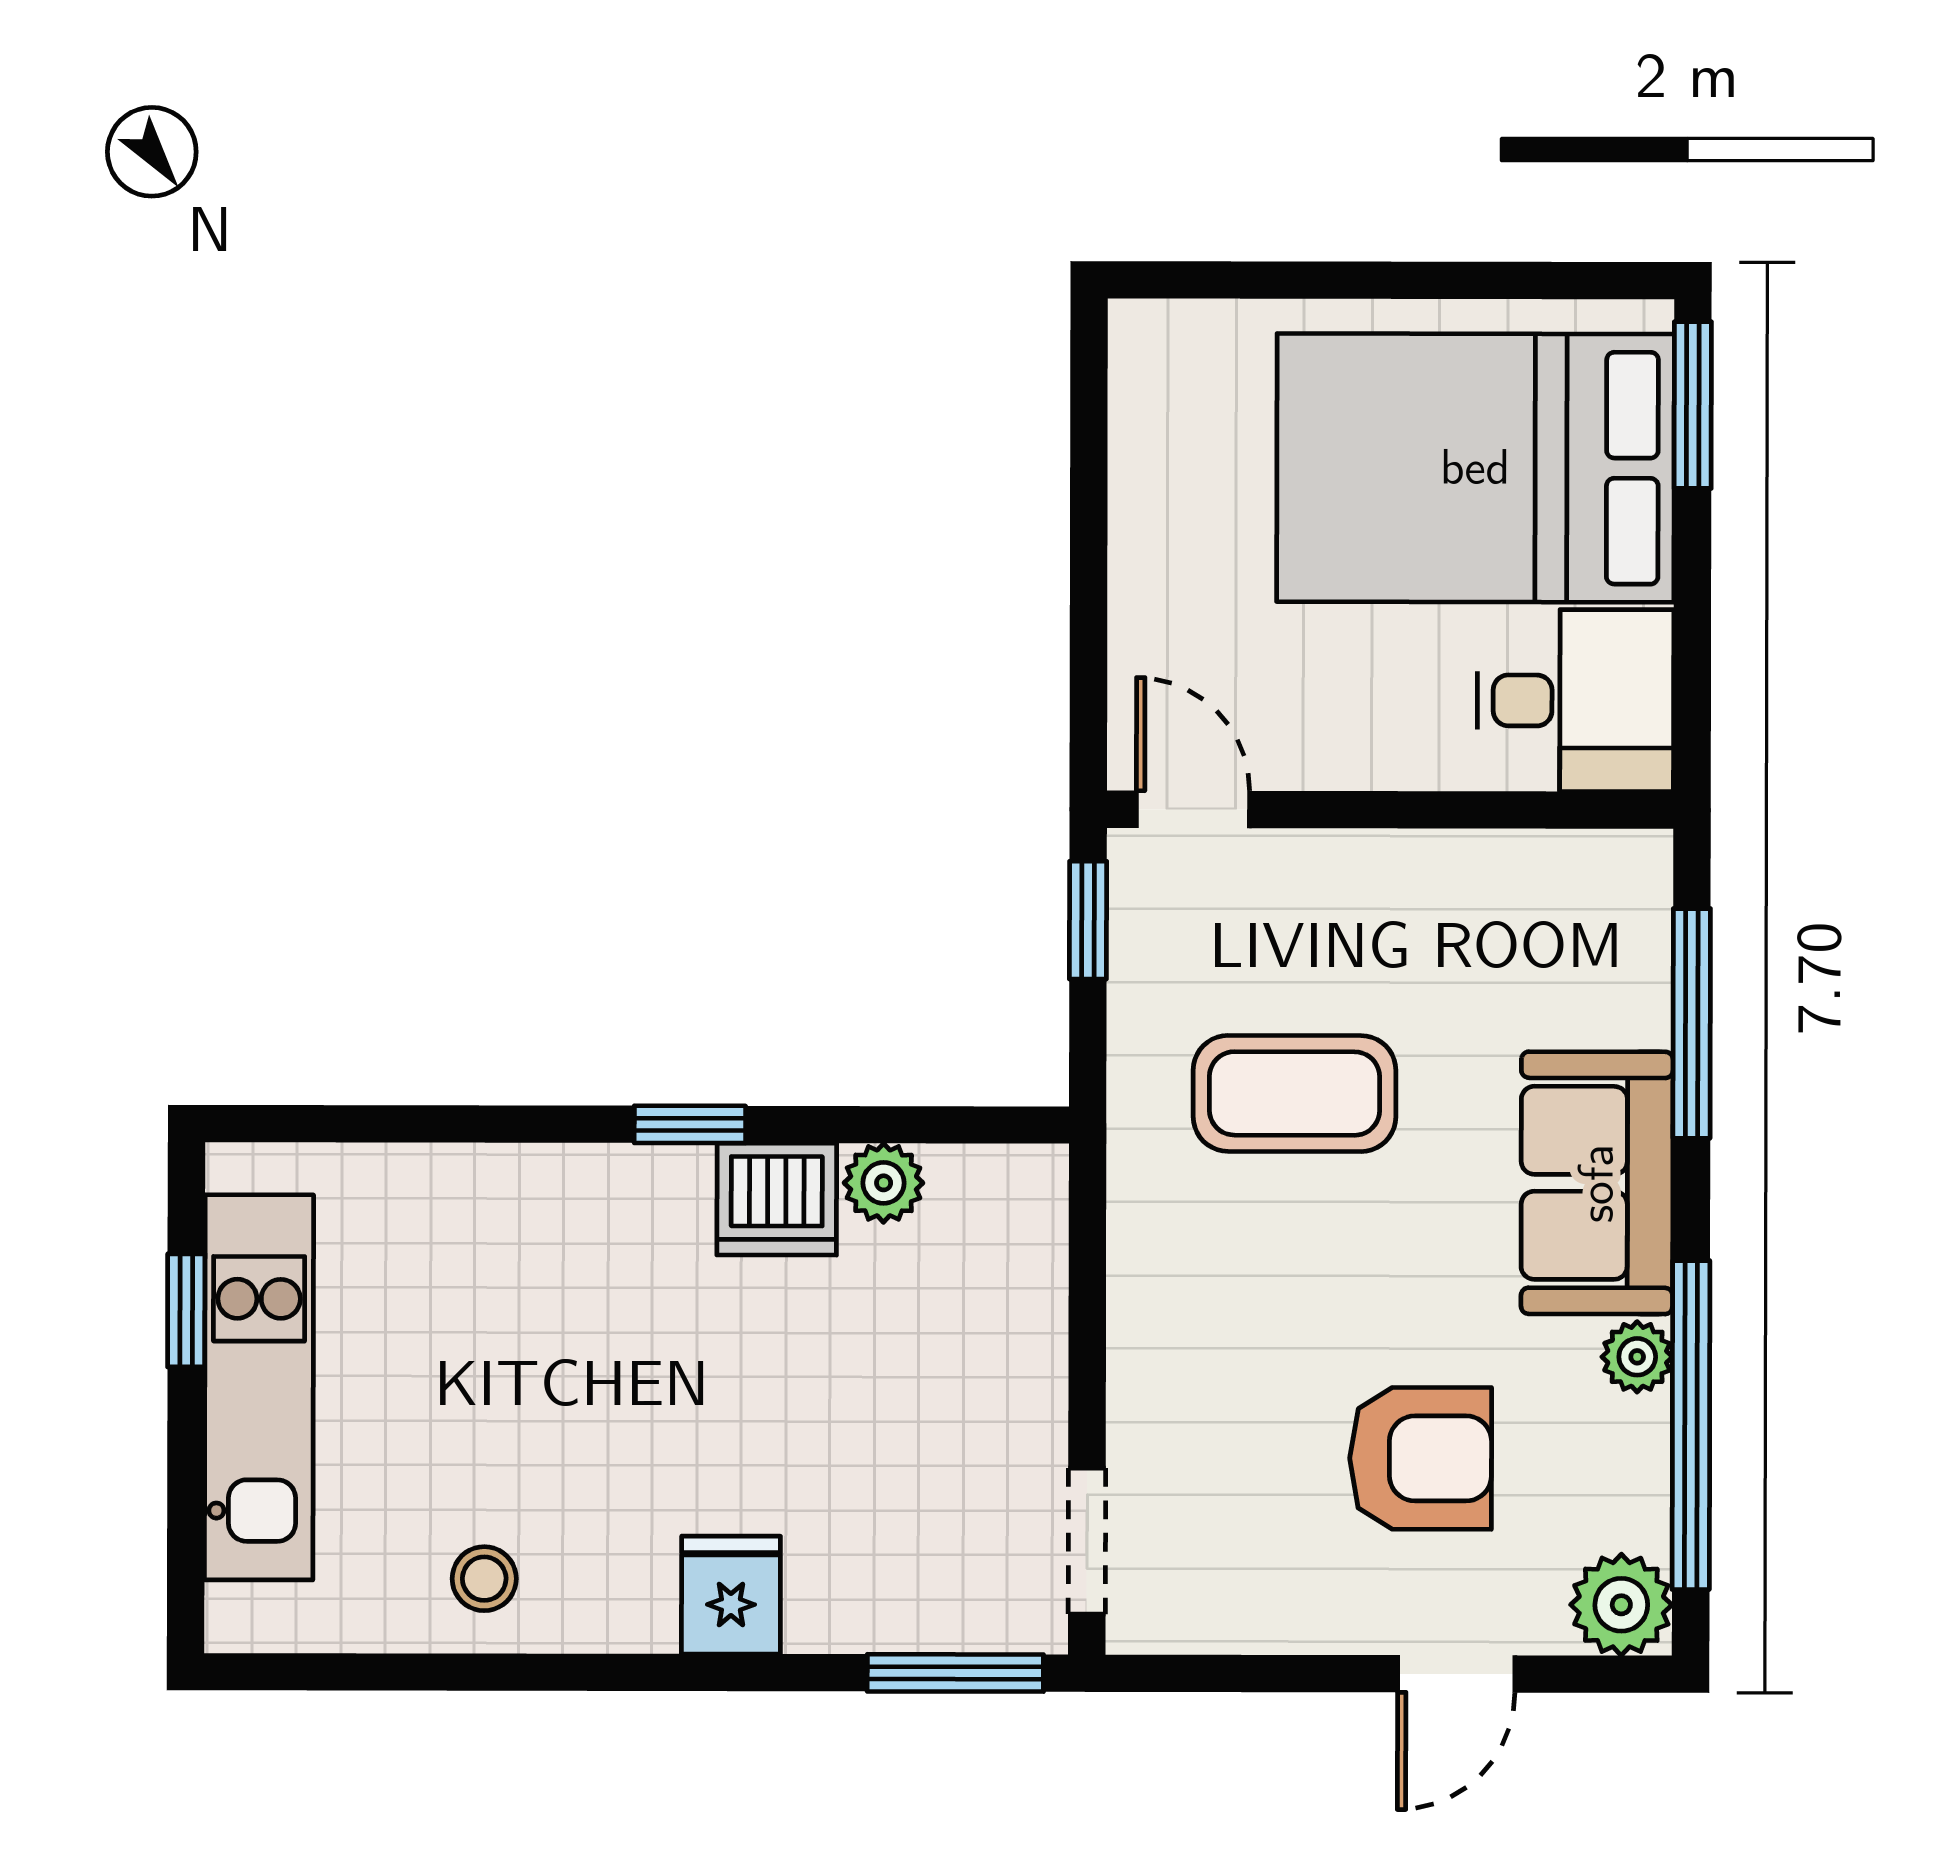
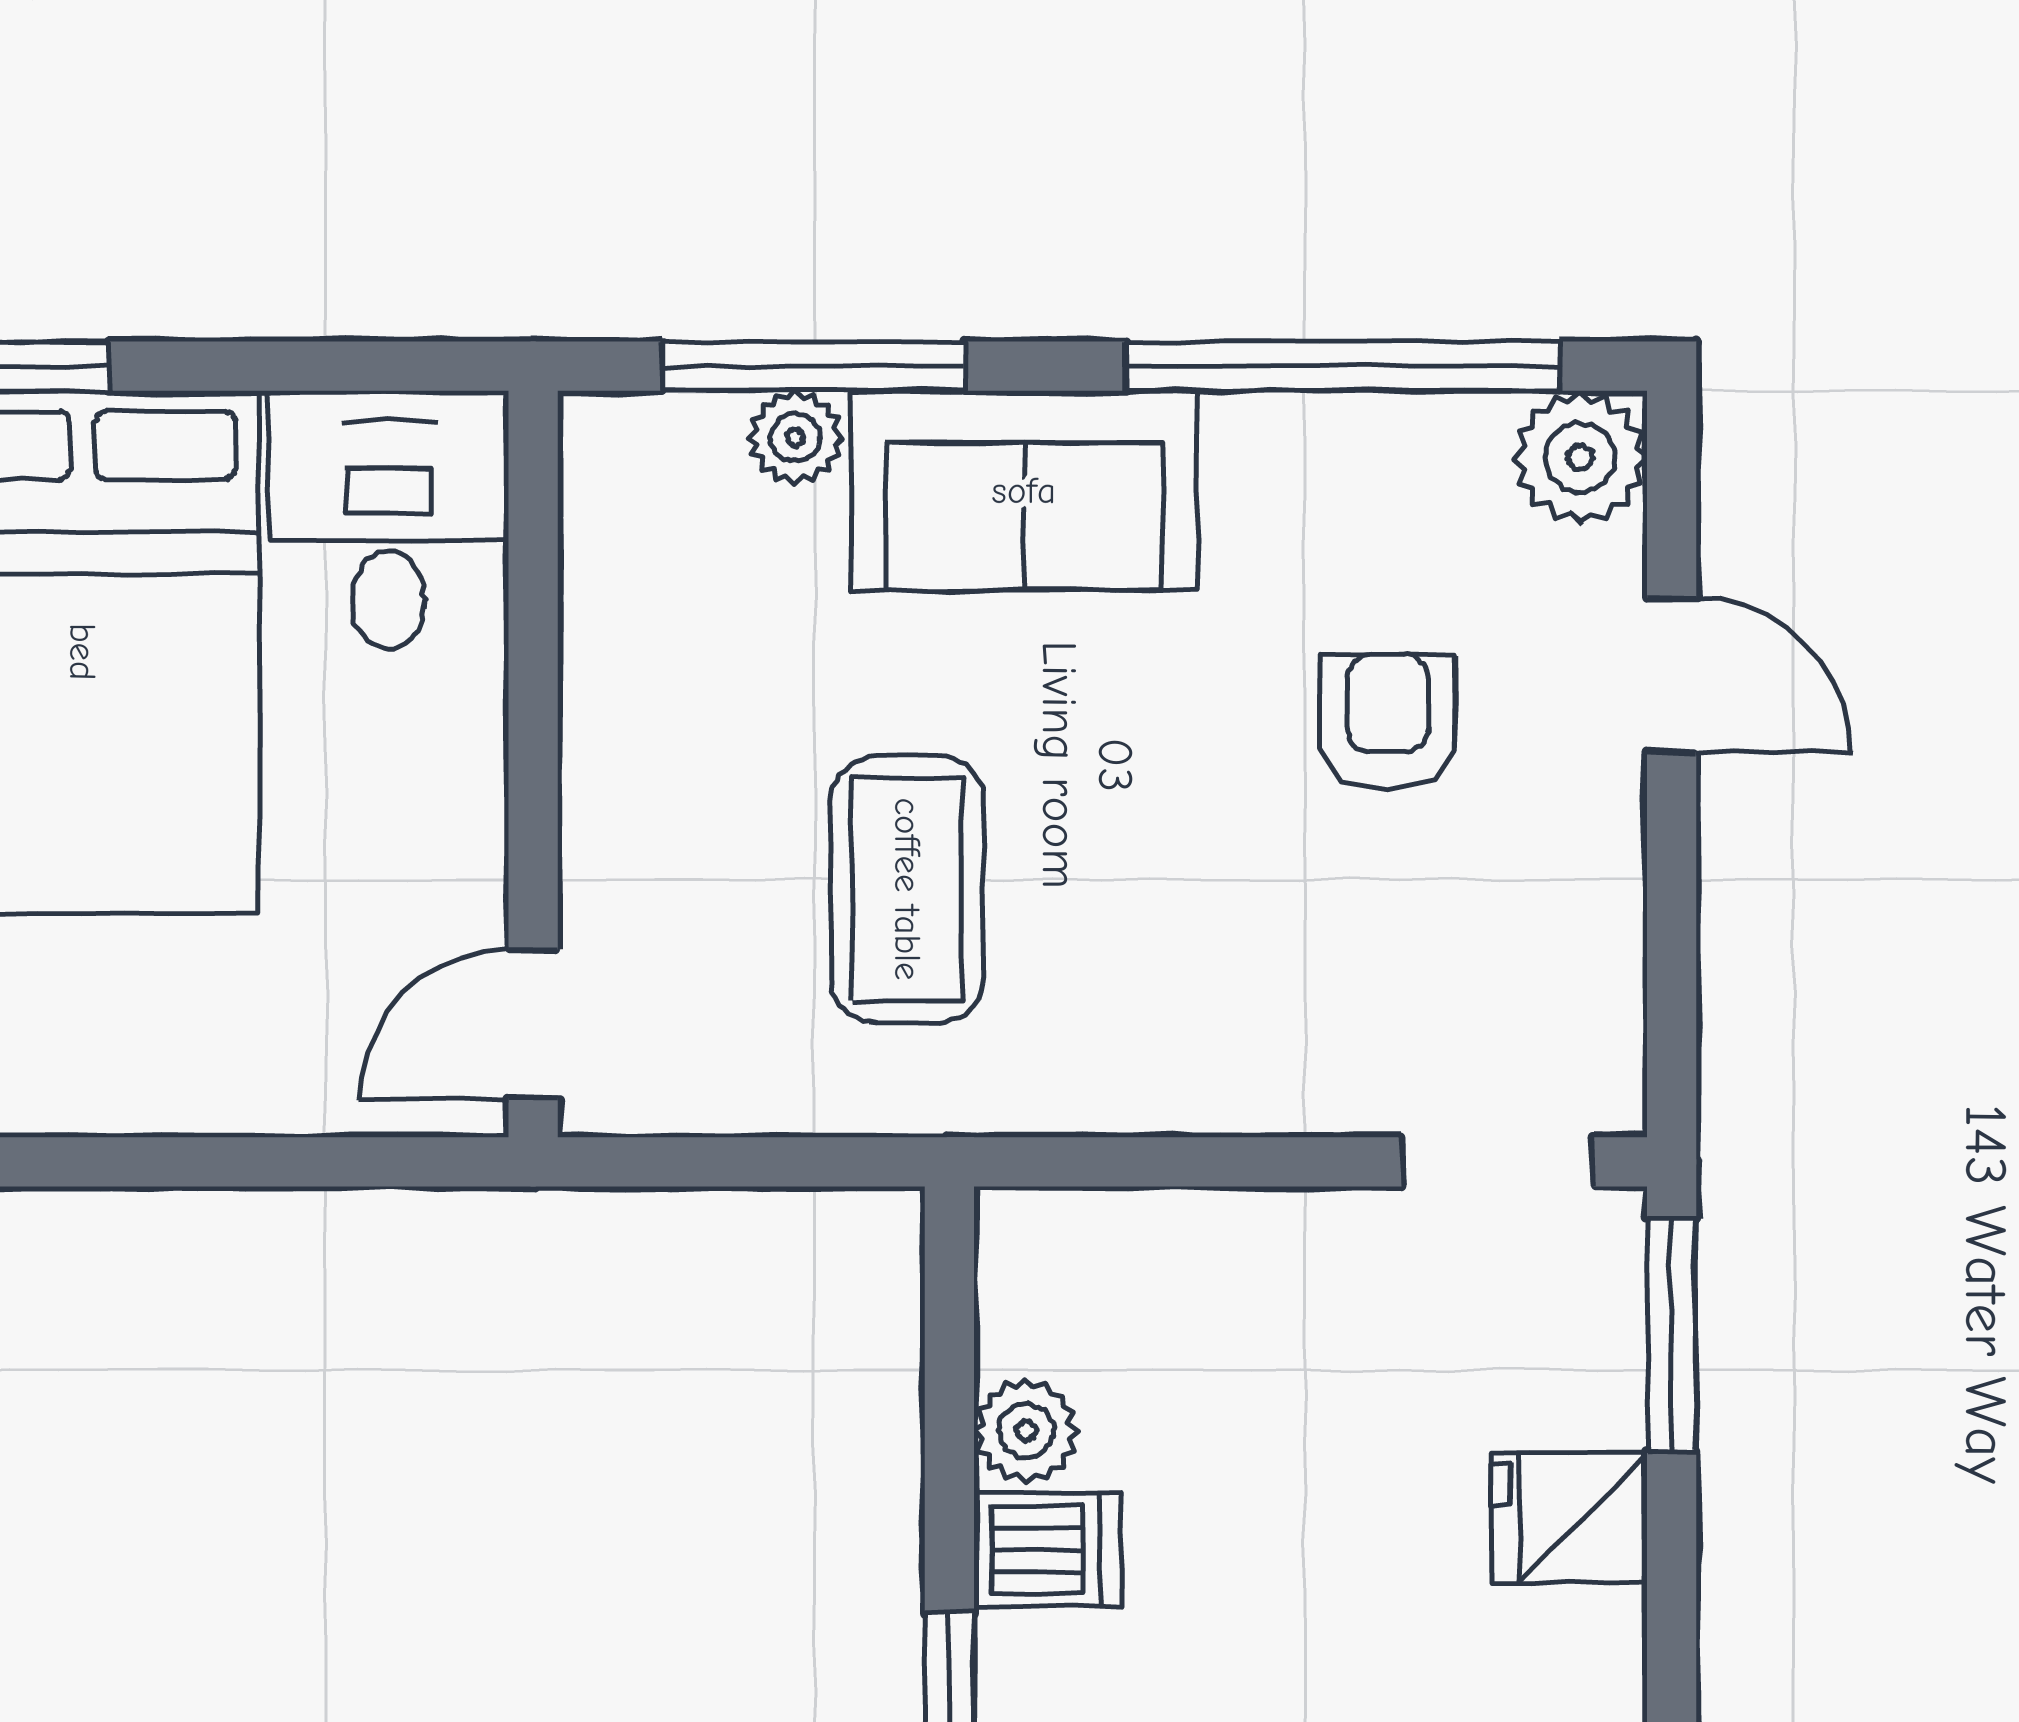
window: (1088, 920) -> (679, 1162), removed
dishwasher: (777, 1199) -> (1048, 1550), width x0.73
plant: (1637, 1357) -> (795, 437), moved
armchair: (1421, 1458) -> (1388, 722), width x0.72, depth x0.72
fridge: (731, 1595) -> (1569, 1518), moved

